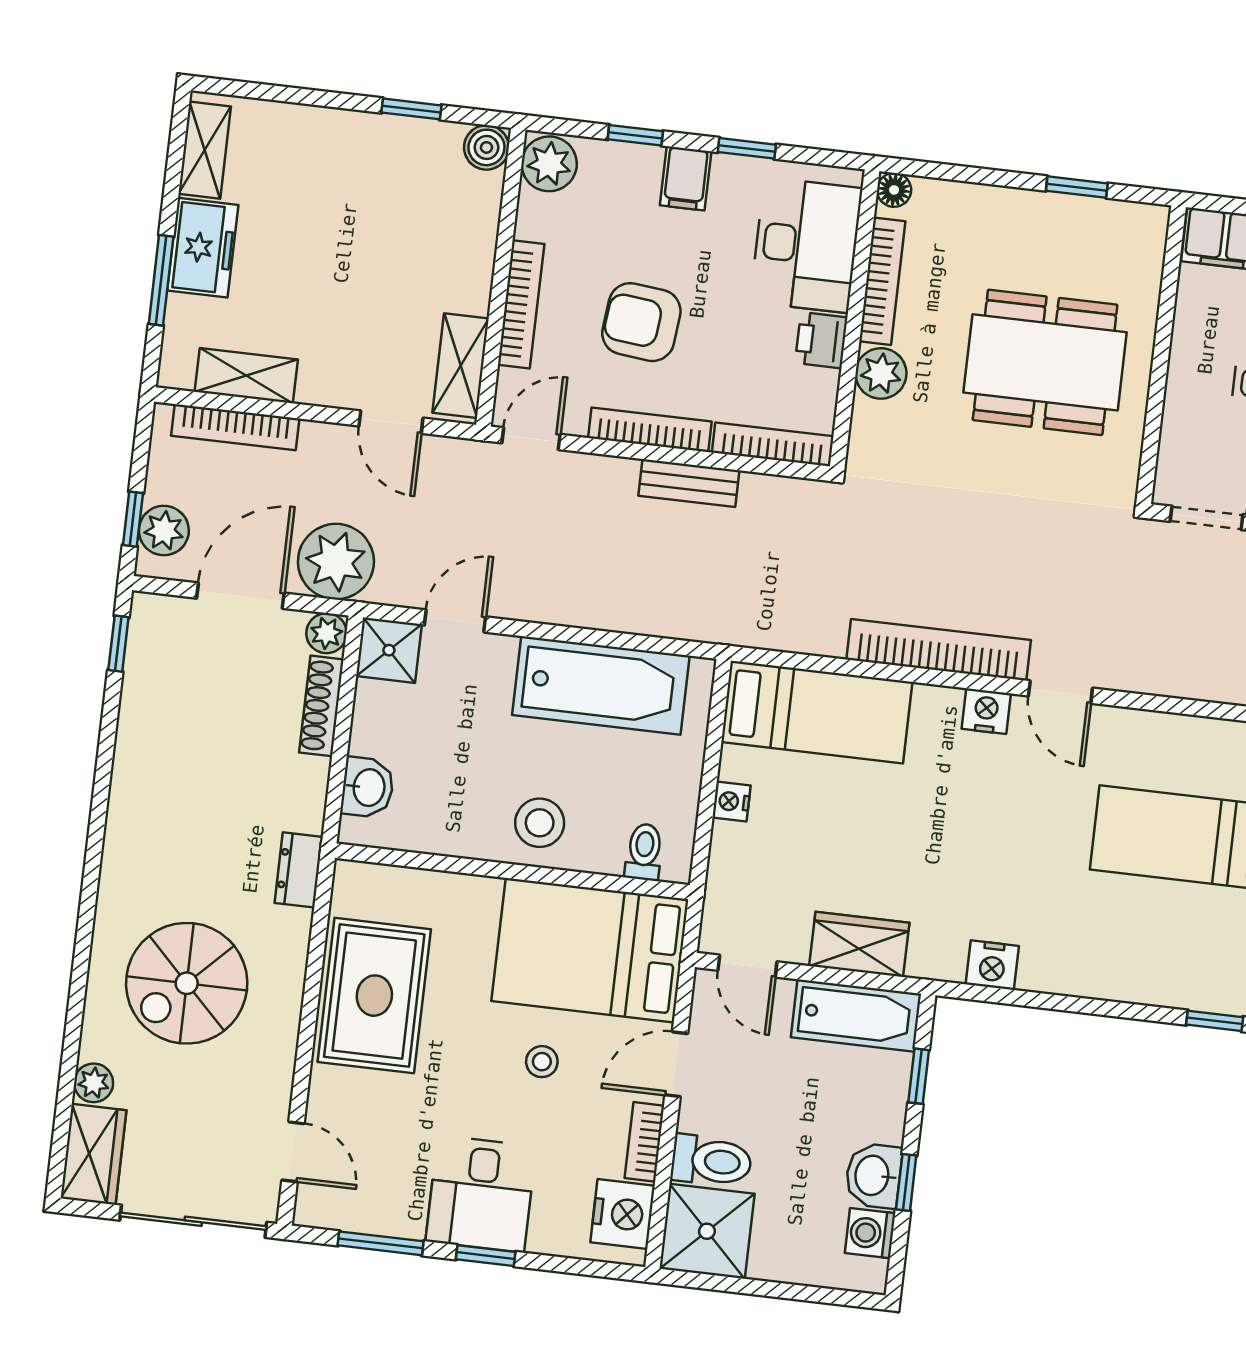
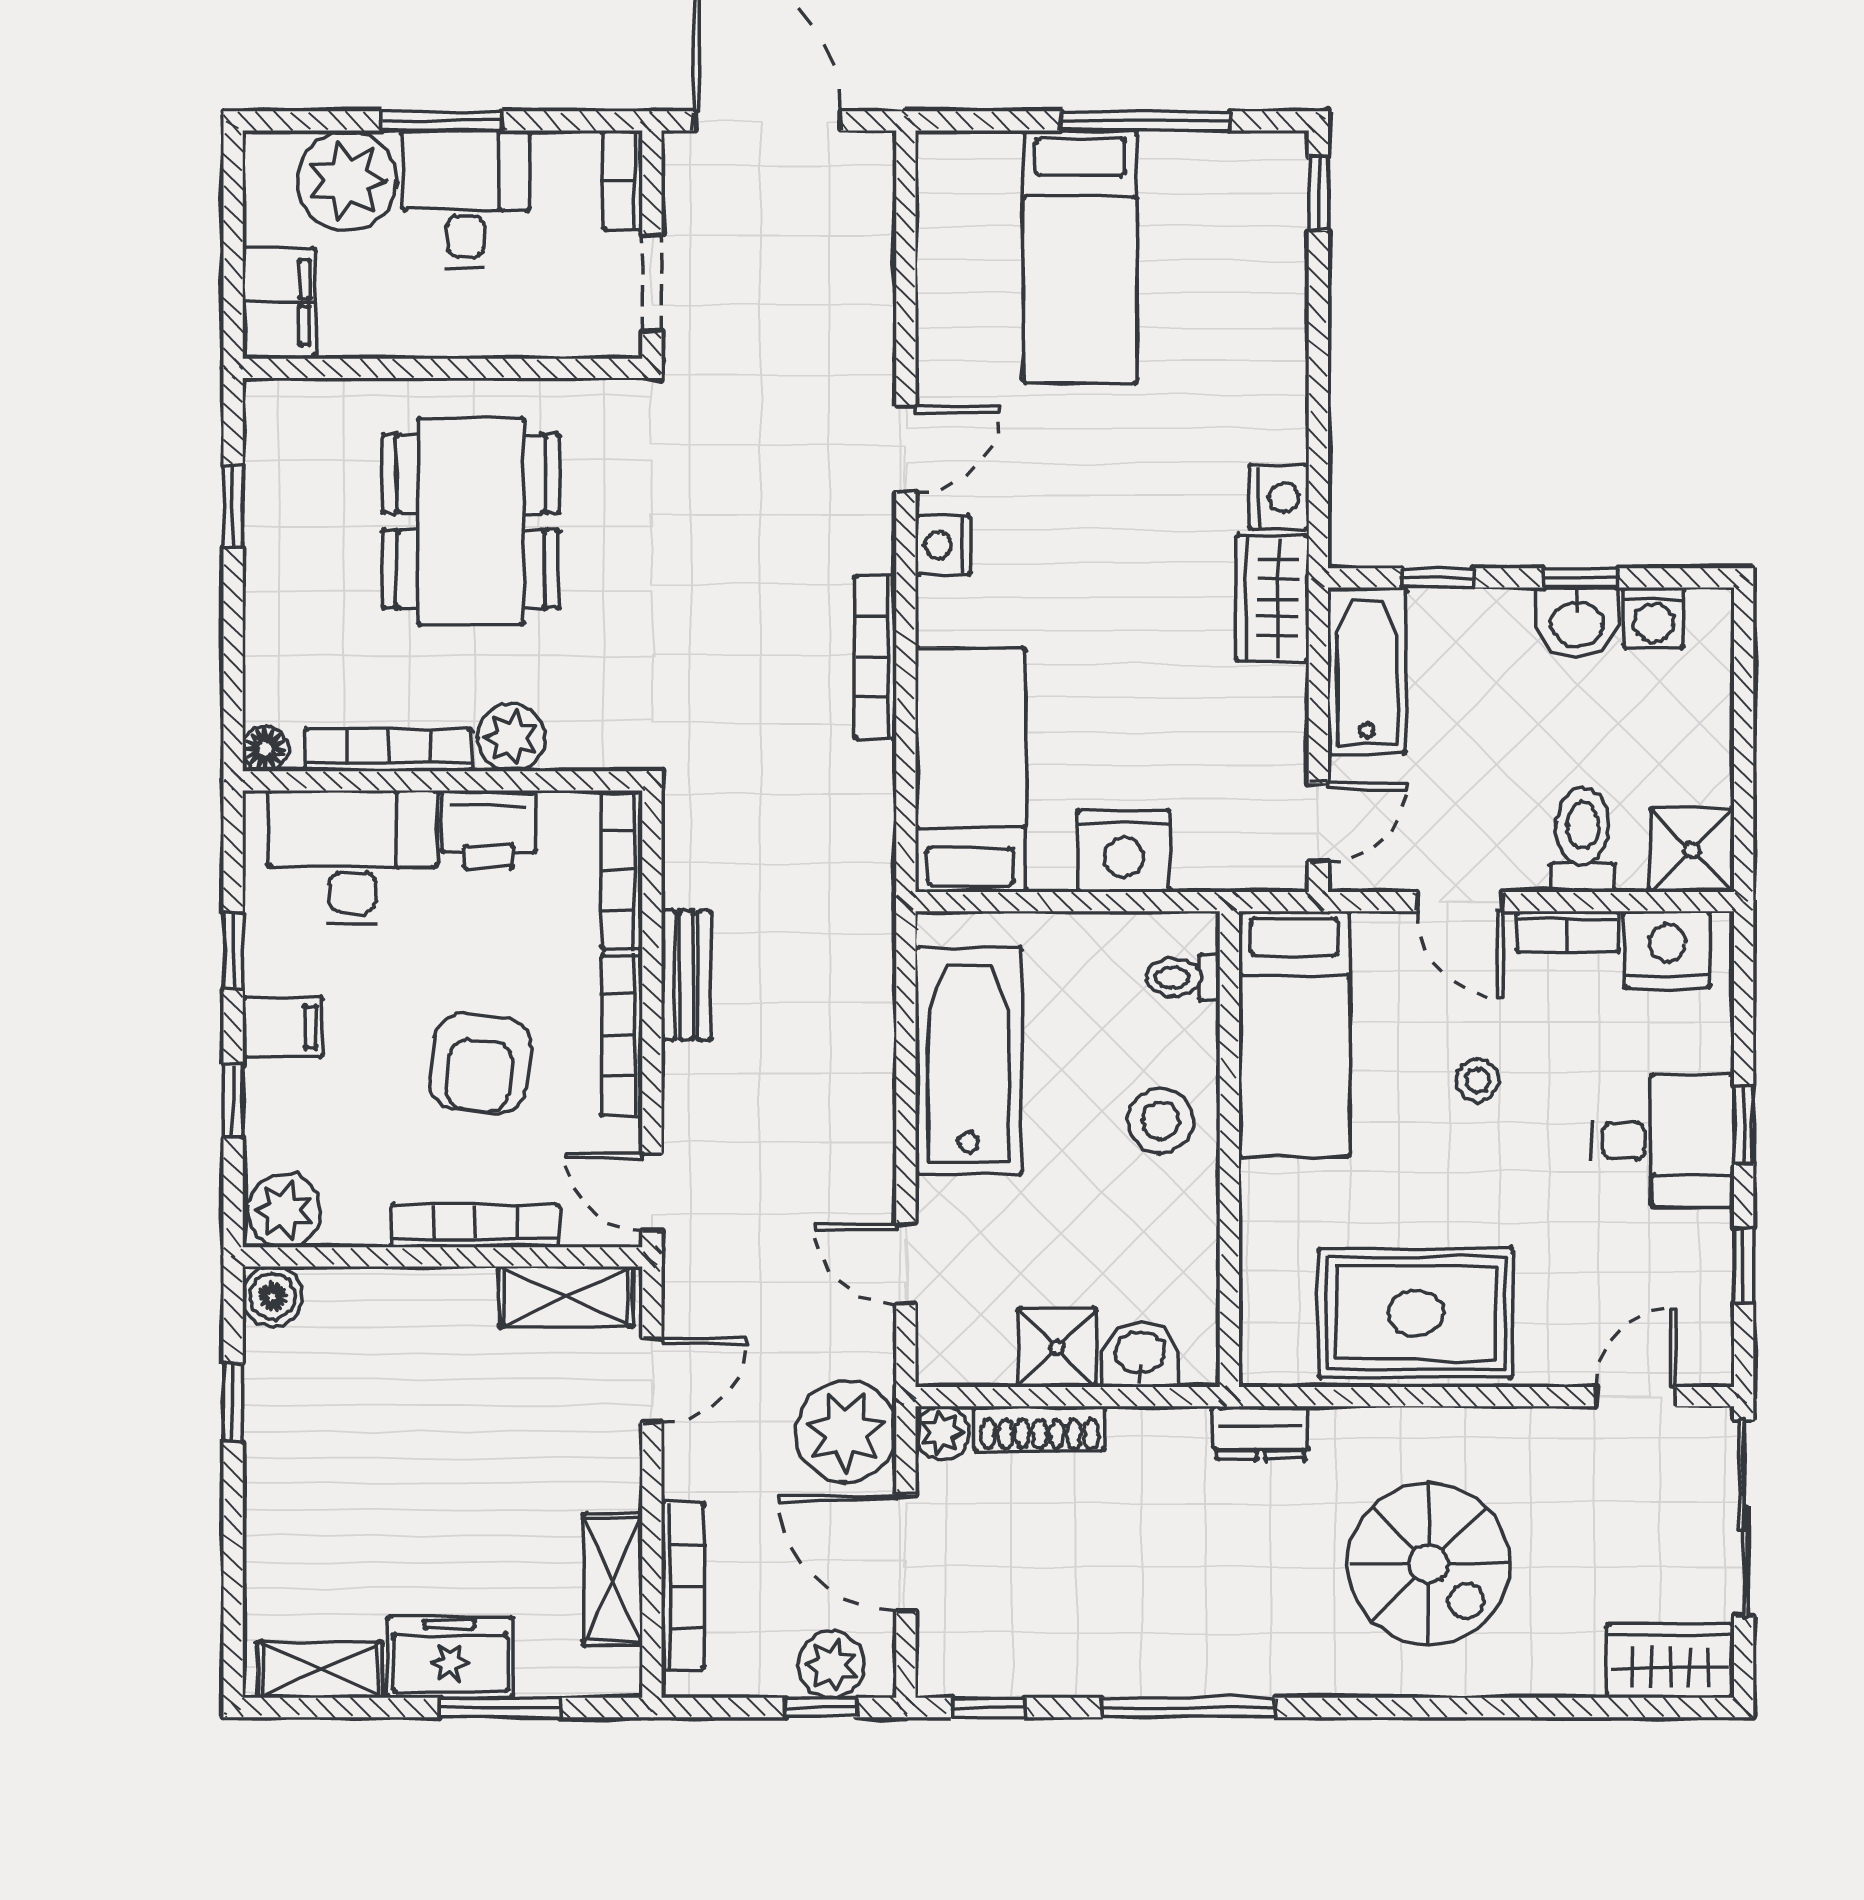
printer: (821, 340) -> (489, 829), width x1.36, depth x1.24
shower: (389, 650) -> (1057, 1347), moved
bookcase: (939, 650) -> (875, 657), width x0.68, depth x0.76
window: (101, 792) -> (1189, 1708), added
nightstand: (732, 801) -> (1124, 851), width x1.89, depth x1.79
wardrobe: (859, 944) -> (1272, 598), moved
bed: (590, 950) -> (1294, 1034), width x0.67
plant: (94, 1083) -> (1575, 1672), removed
shower: (707, 1231) -> (1692, 850), width x0.73, depth x0.73
window: (381, 1243) -> (1744, 1266), width x0.67

